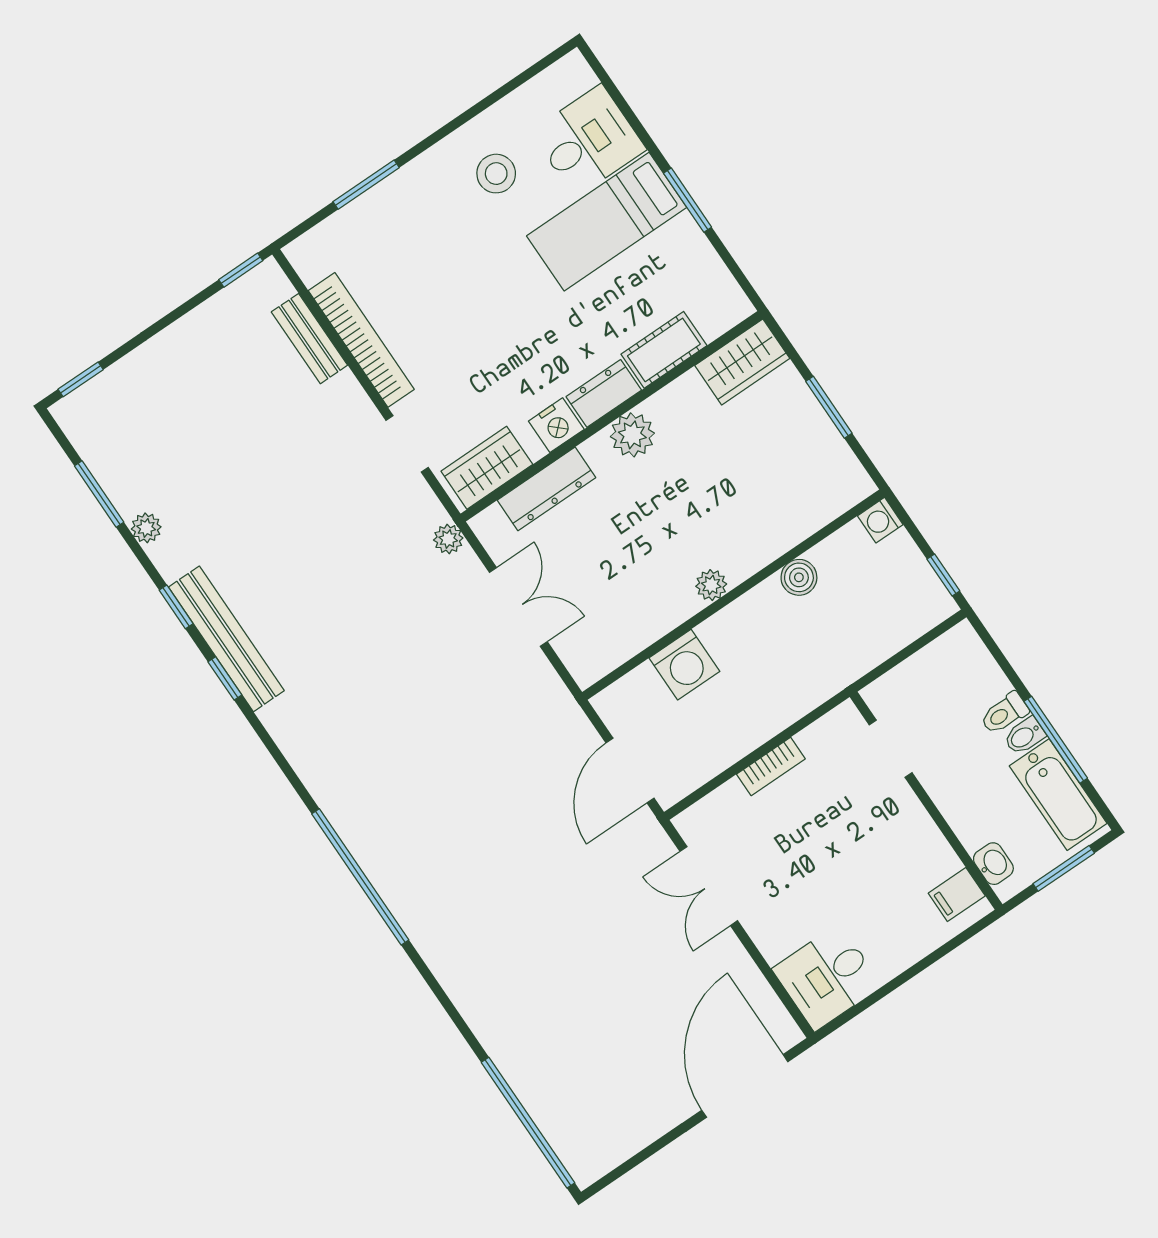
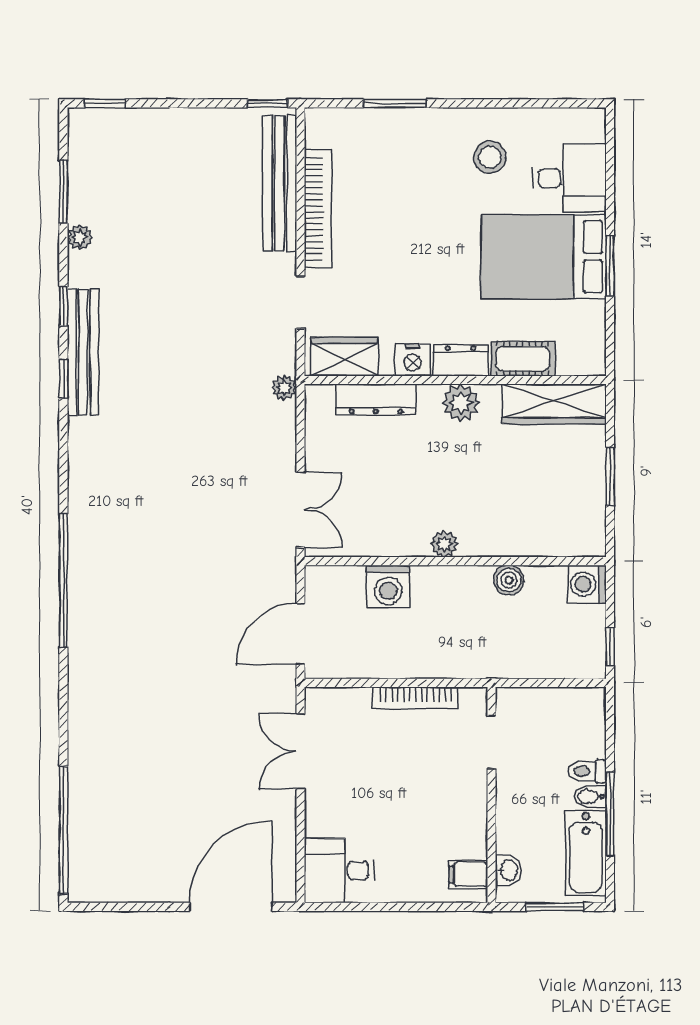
bed: (607, 222) -> (544, 257), width x1.50
bench: (309, 339) -> (280, 183), width x1.86, depth x1.21
wardrobe: (742, 362) -> (554, 404), width x1.50
washing machine: (880, 520) -> (587, 584), width x1.38, depth x1.38
double door: (518, 607) -> (300, 510), moved
bookcase: (771, 767) -> (415, 698), width x1.56

